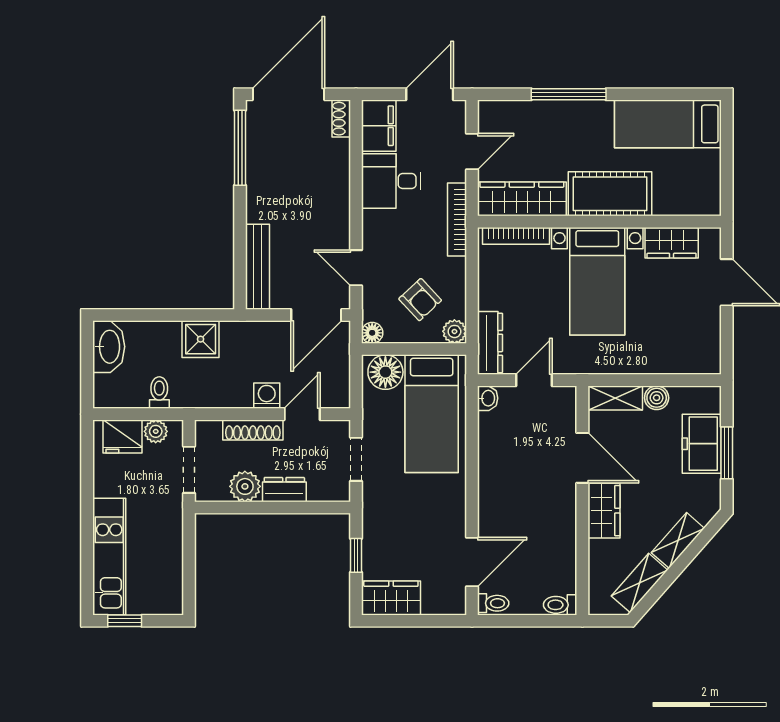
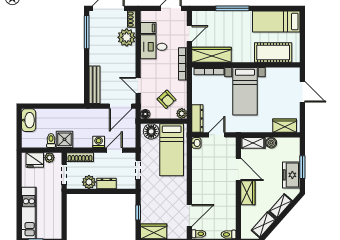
filing cabinet: (379, 126) -> (148, 28), width x0.50
plant: (330, 160) -> (127, 37), added
cot: (610, 194) -> (273, 52), moved
wardrobe: (672, 243) -> (285, 126), moved, turned 180
shower: (201, 339) -> (65, 139), moved
shoe rack: (253, 430) -> (80, 157), moved
freezer: (702, 444) -> (291, 175), moved

